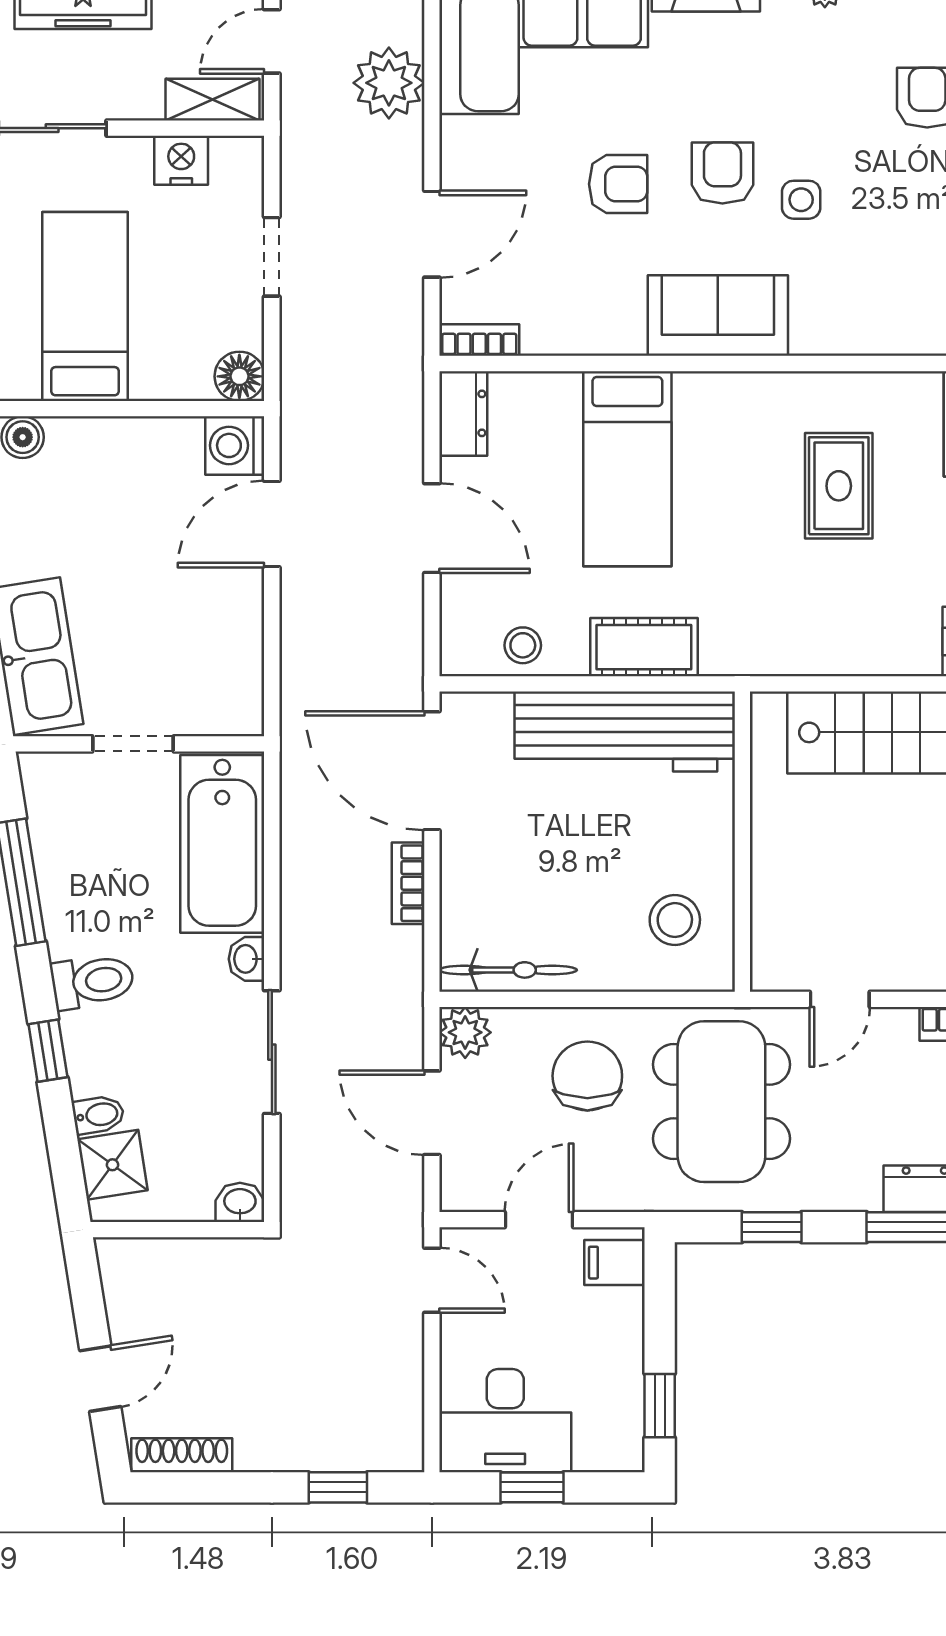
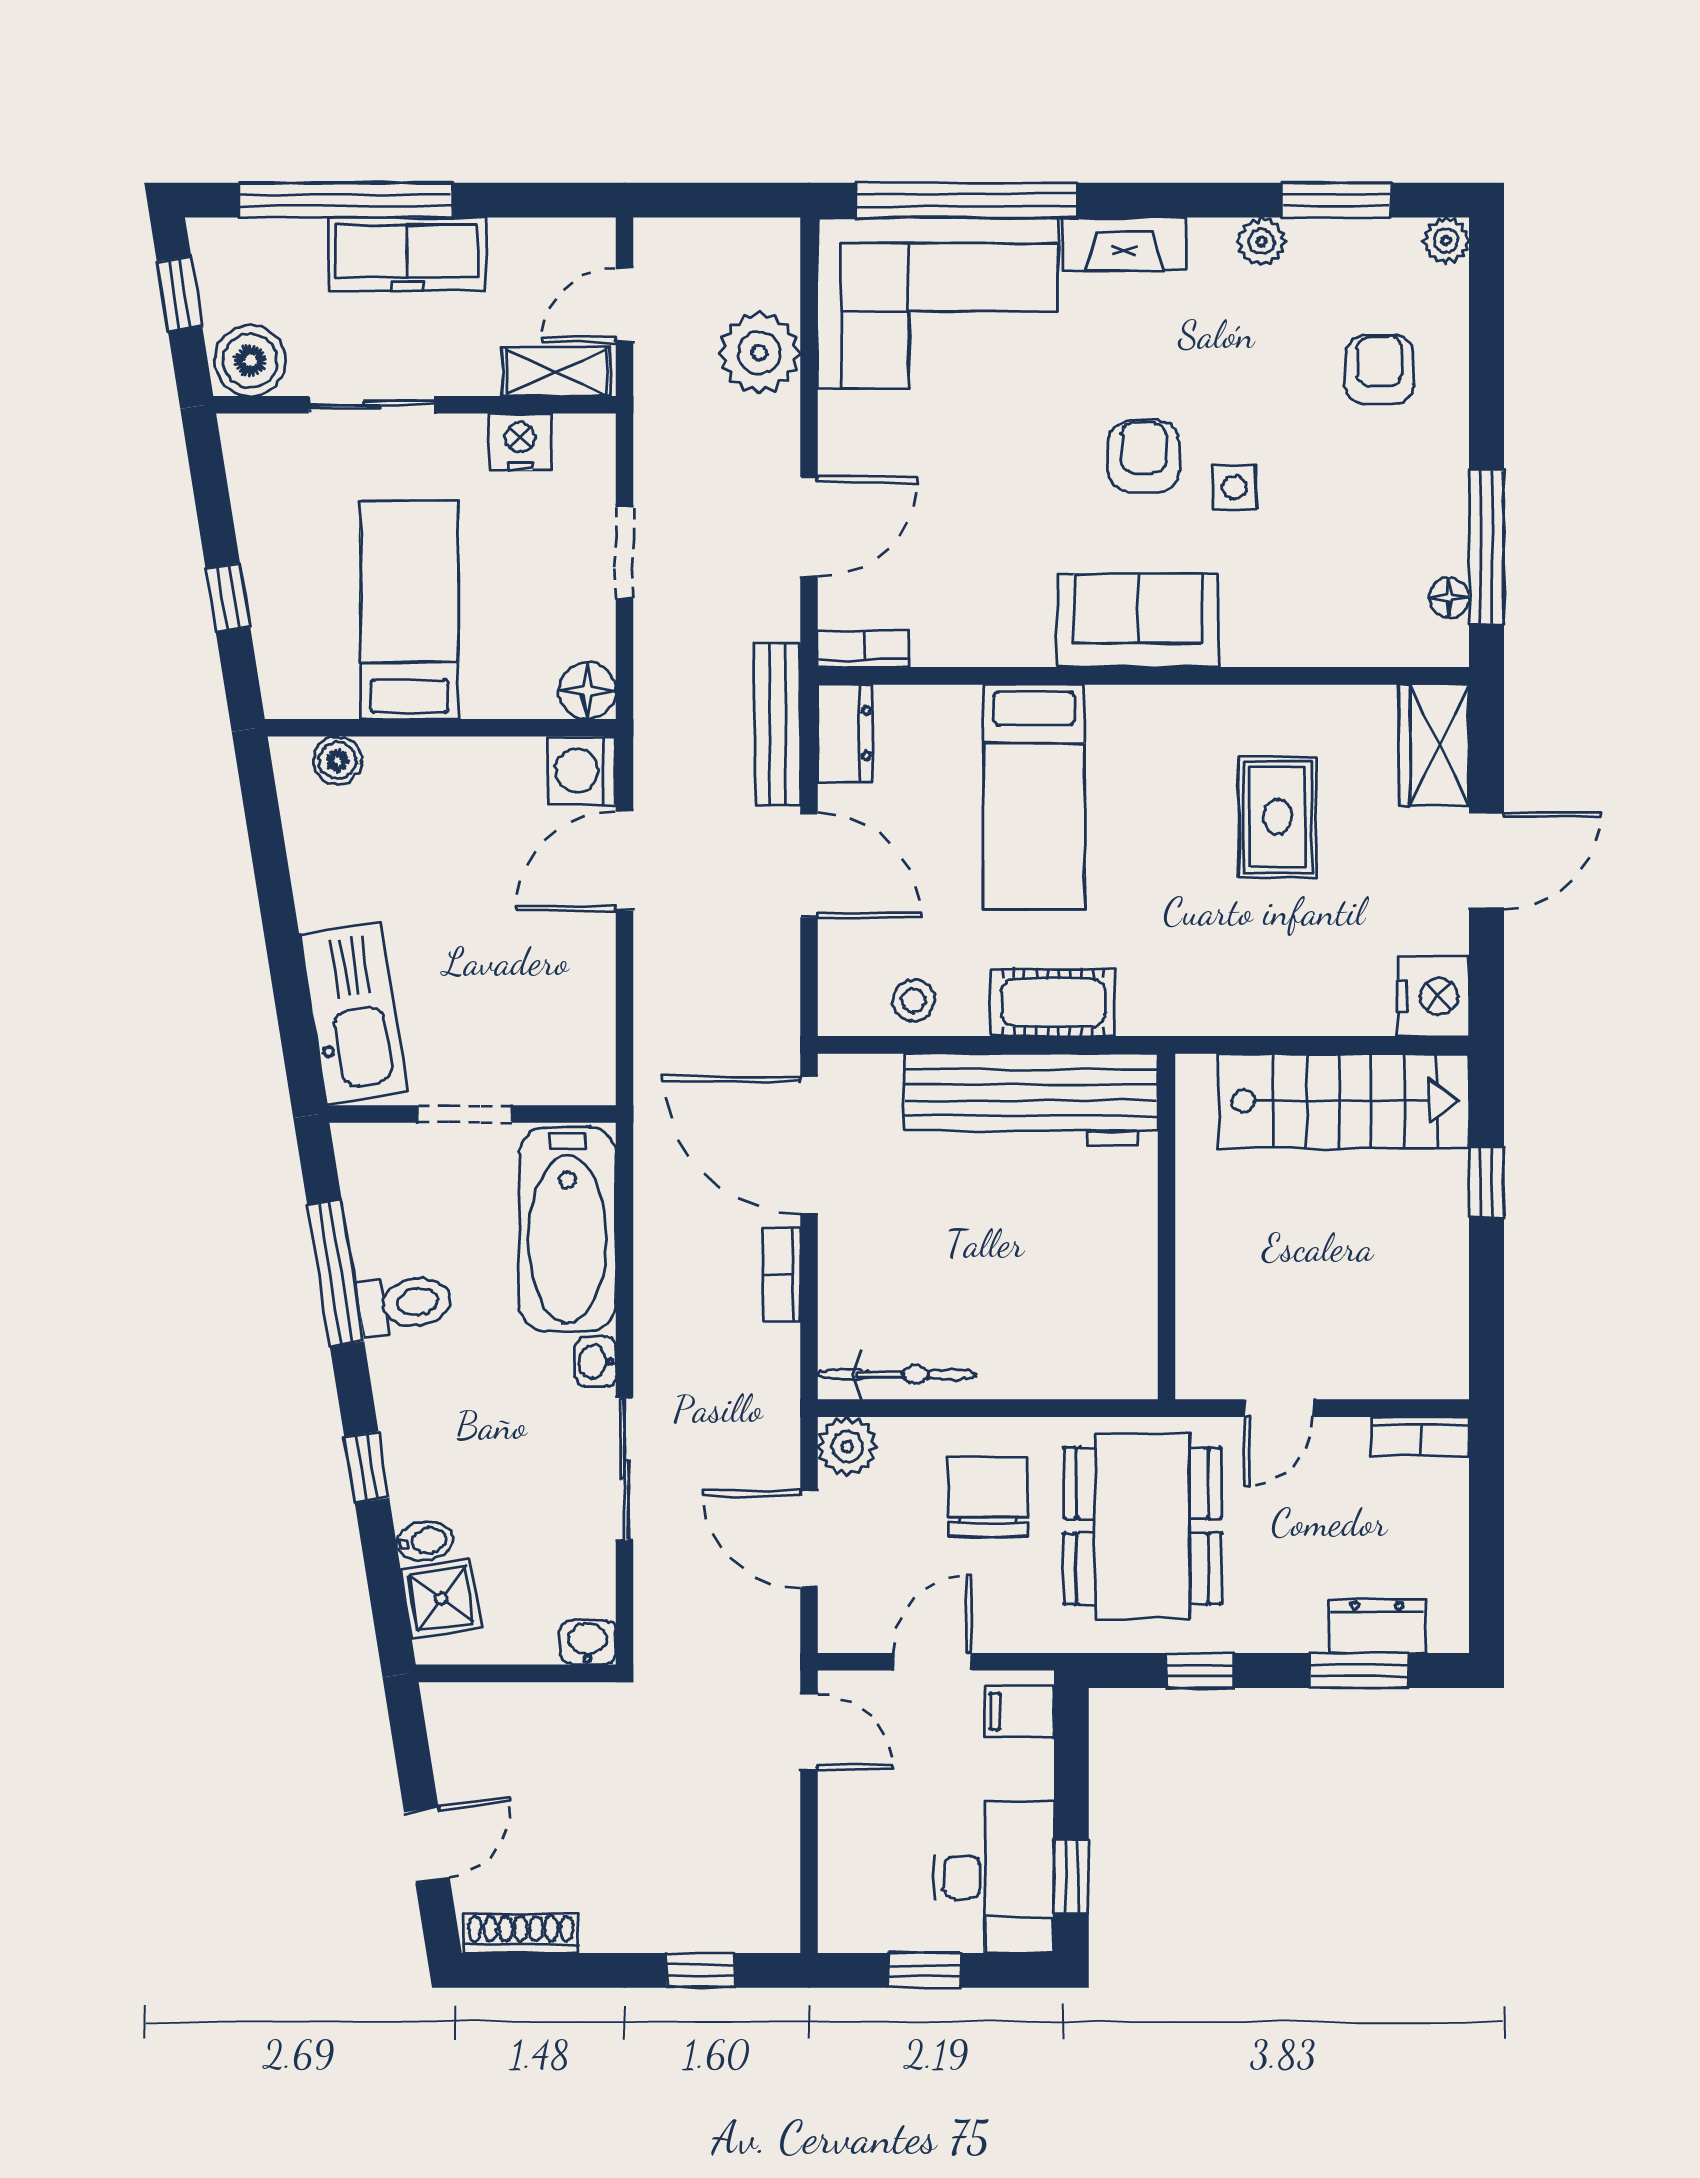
armchair: (618, 184) -> (1023, 469), removed
bench: (405, 405) -> (778, 724), added
stool: (675, 920) -> (1089, 1317), removed
toilet: (93, 981) -> (405, 1304), moved
desk: (505, 1421) -> (994, 1877), moved, turned -90

